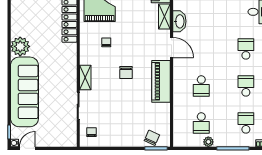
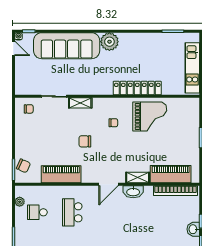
piano: (161, 81) -> (61, 174), moved
school desk: (201, 86) -> (72, 212), width x1.85
plant: (208, 142) -> (20, 202), moved

